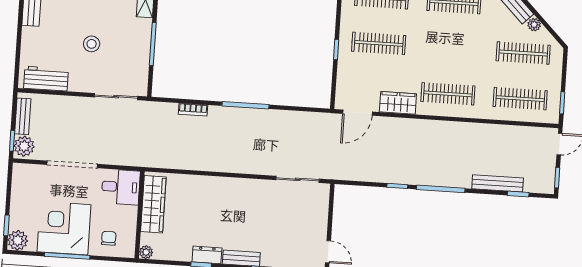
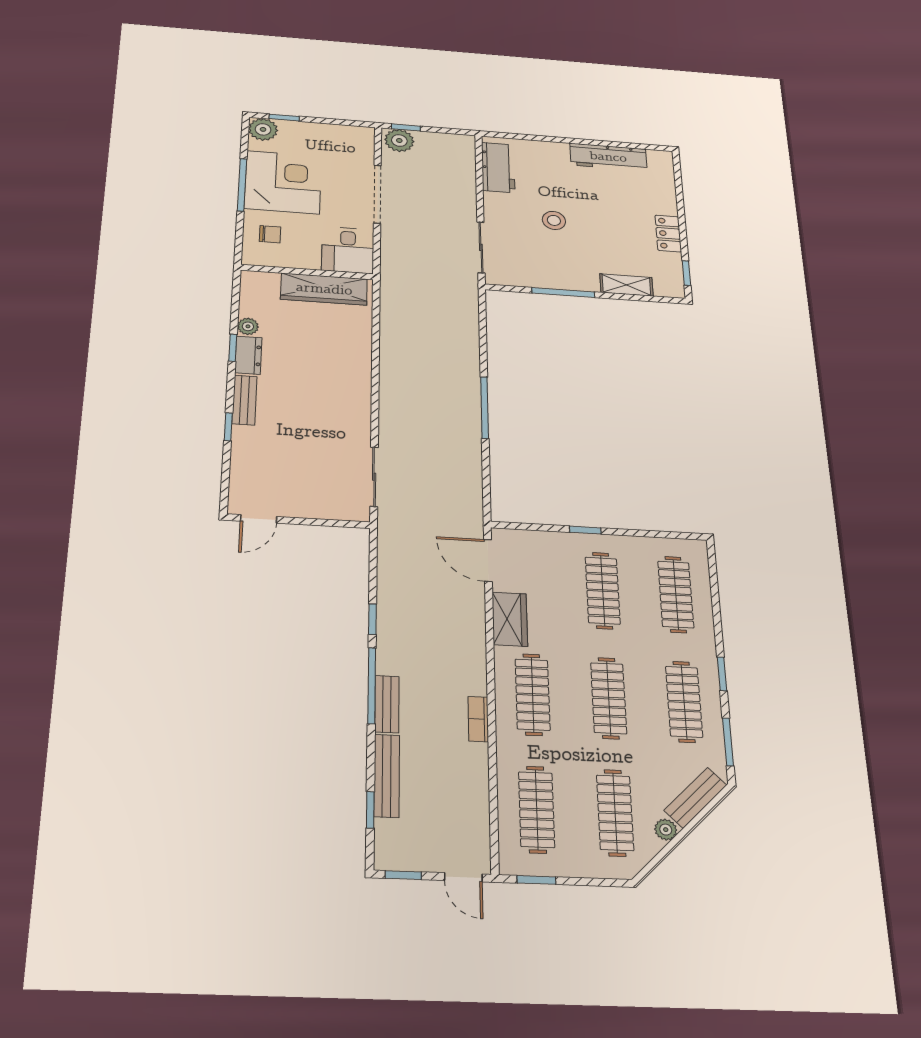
clothes rail: (451, 48) -> (609, 698), added
bookcase: (193, 110) -> (478, 719), moved
bench: (23, 116) -> (387, 704), moved, turned 90
plant: (146, 252) -> (248, 326), moved

